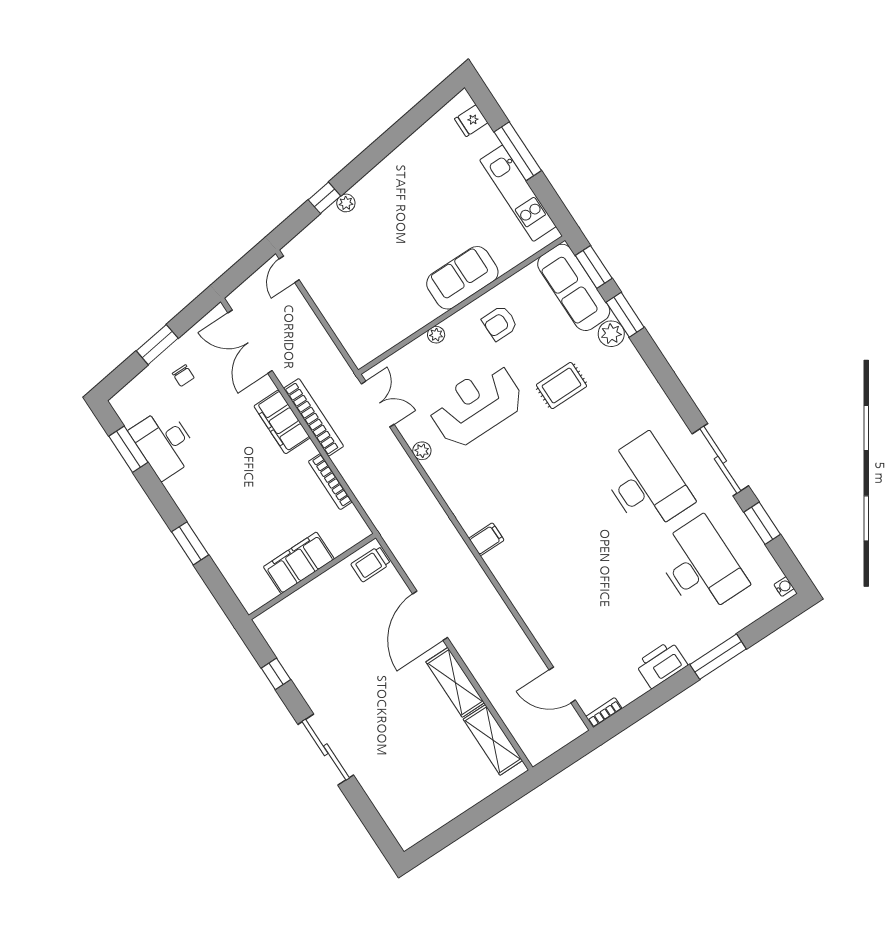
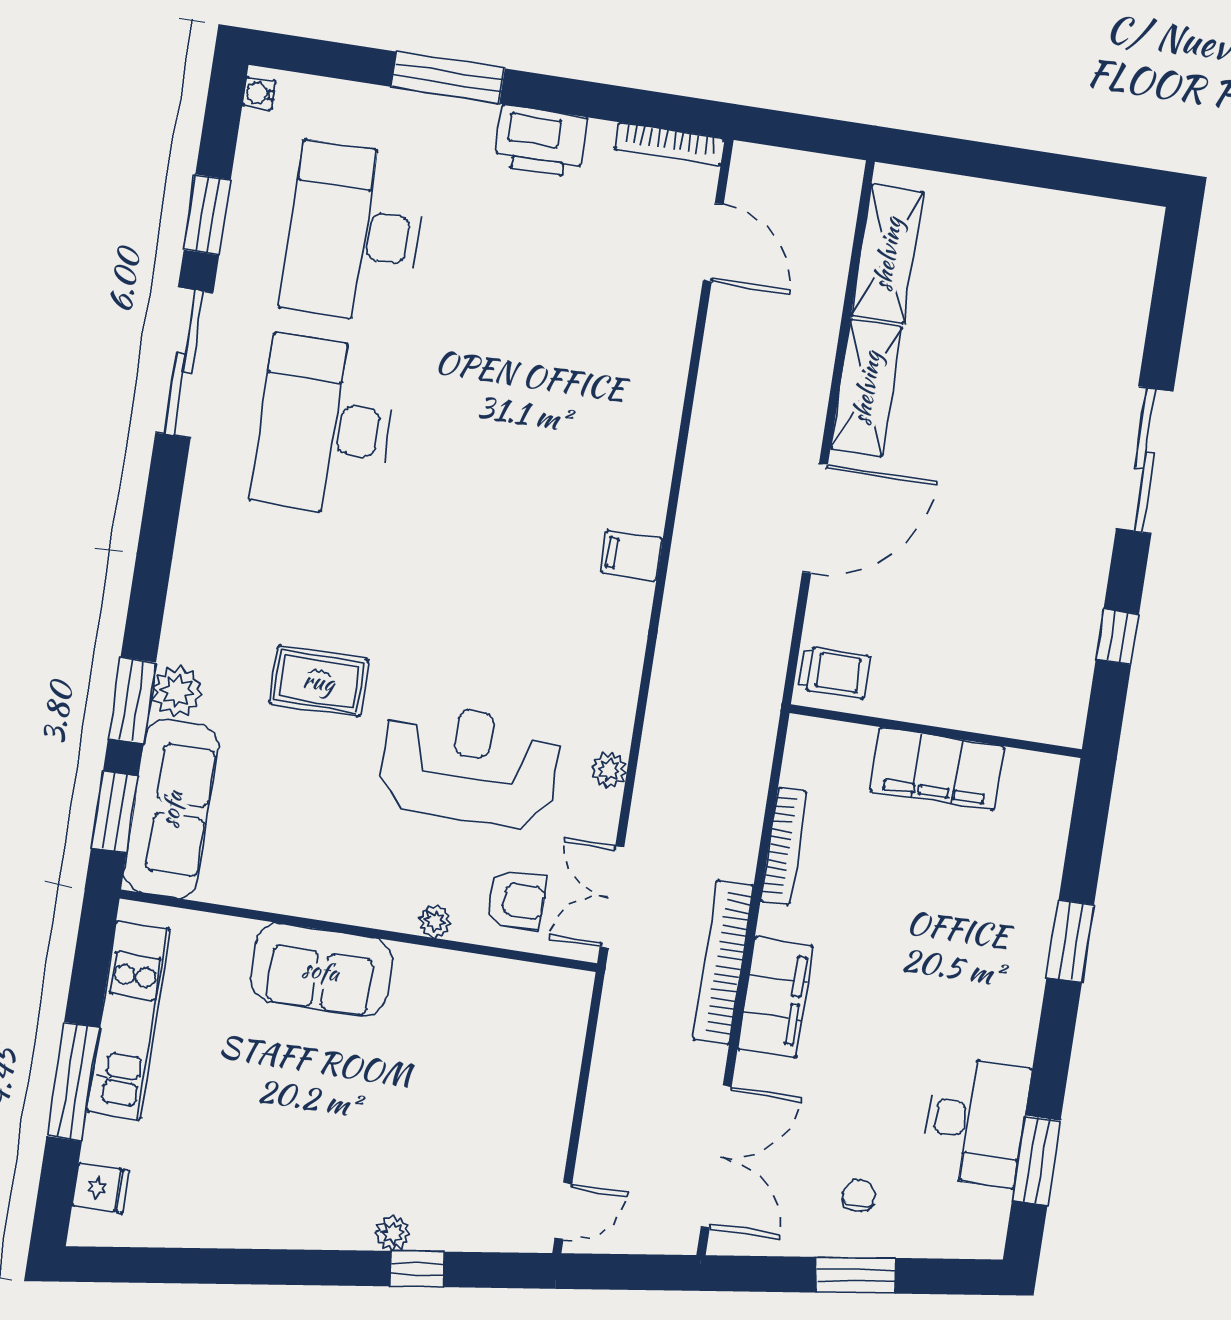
armchair: (500, 323) -> (516, 900), moved
reception desk: (476, 405) -> (469, 765), turned 180
bookcase: (604, 713) -> (670, 144), width x1.56

